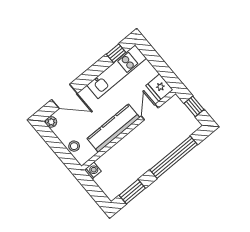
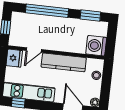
washing machine: (93, 171) -> (96, 46), width x1.89, depth x1.89

